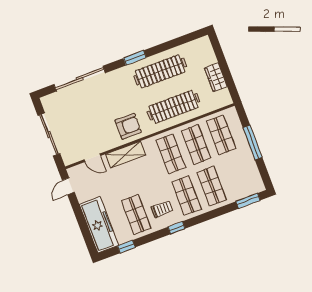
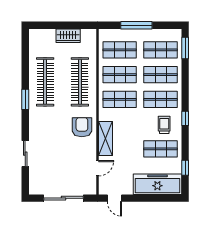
sliding door: (80, 79) -> (25, 154), width x0.54
shop shelf: (237, 177) -> (161, 50), added

